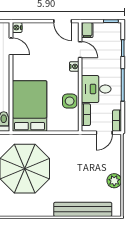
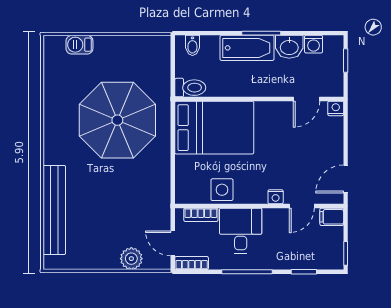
plant: (114, 181) -> (131, 259), moved

